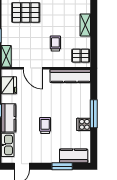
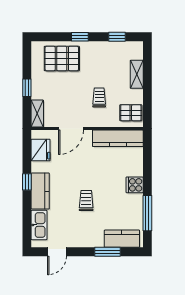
door: (33, 68) -> (71, 129), hinge flipped
window: (94, 114) -> (147, 213), moved
cooker: (84, 124) -> (135, 185), moved

